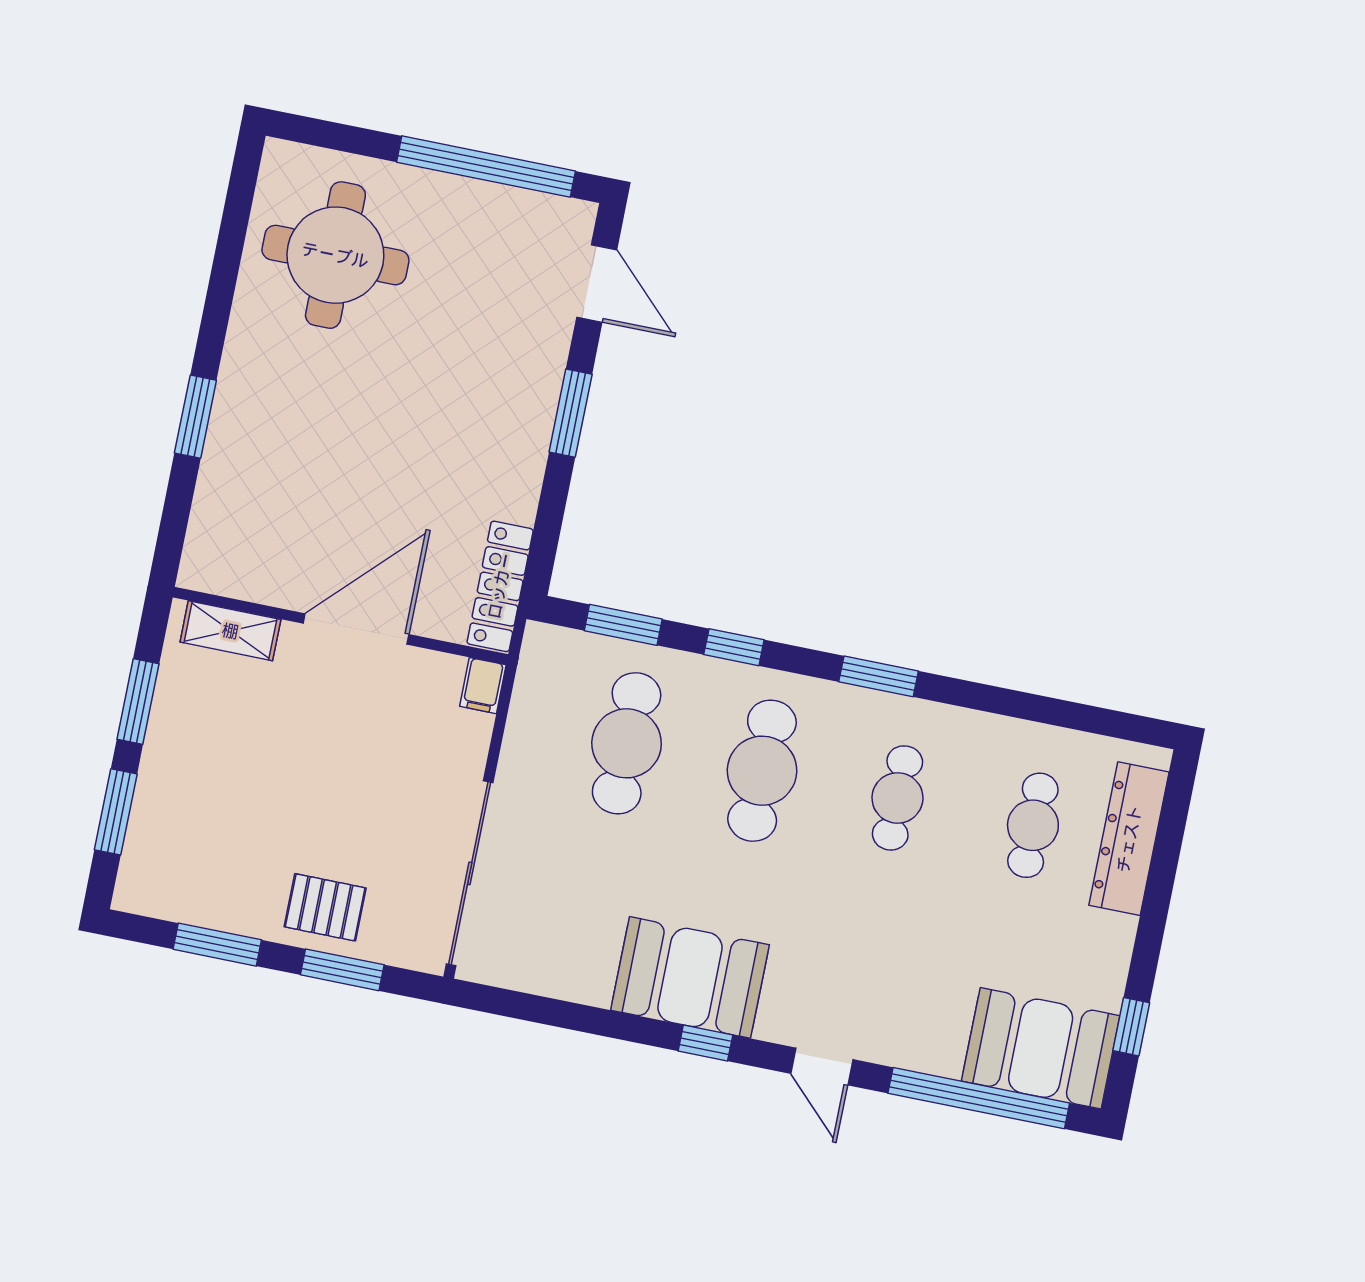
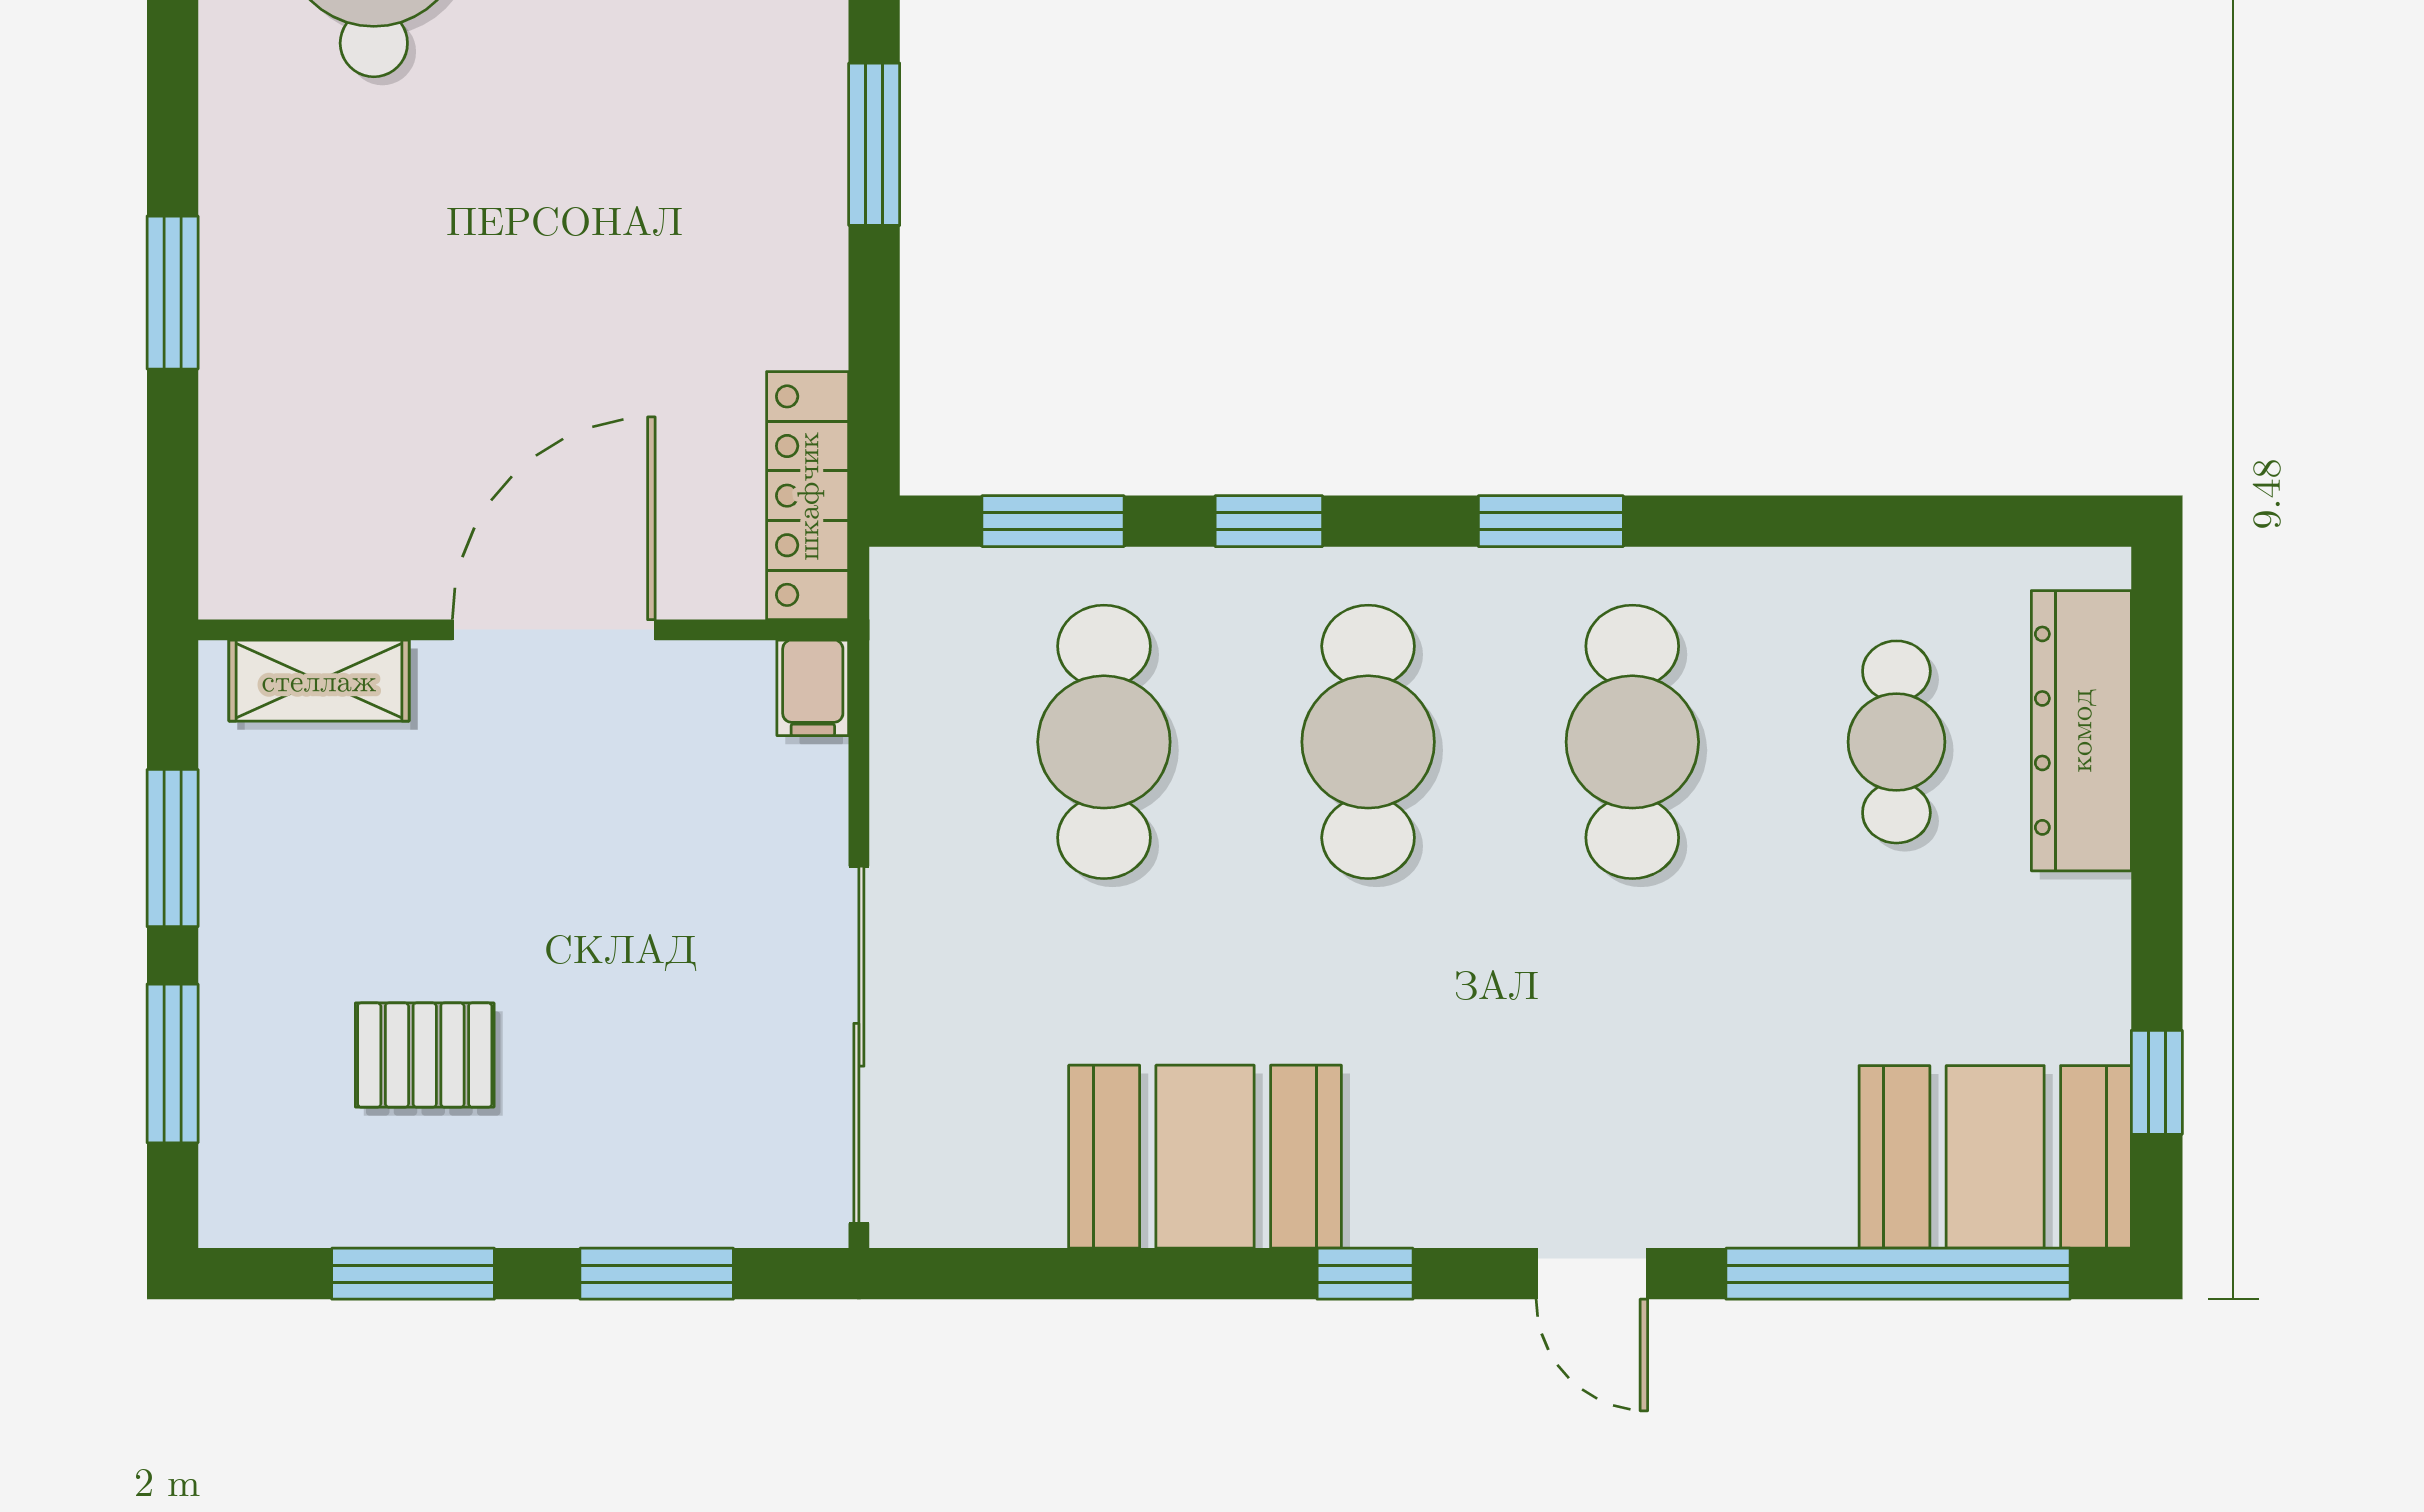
cafe table: (897, 798) -> (1632, 742), width x1.37, depth x1.35
pallet: (325, 907) -> (425, 1055), moved
booth: (690, 977) -> (1205, 1157), moved

